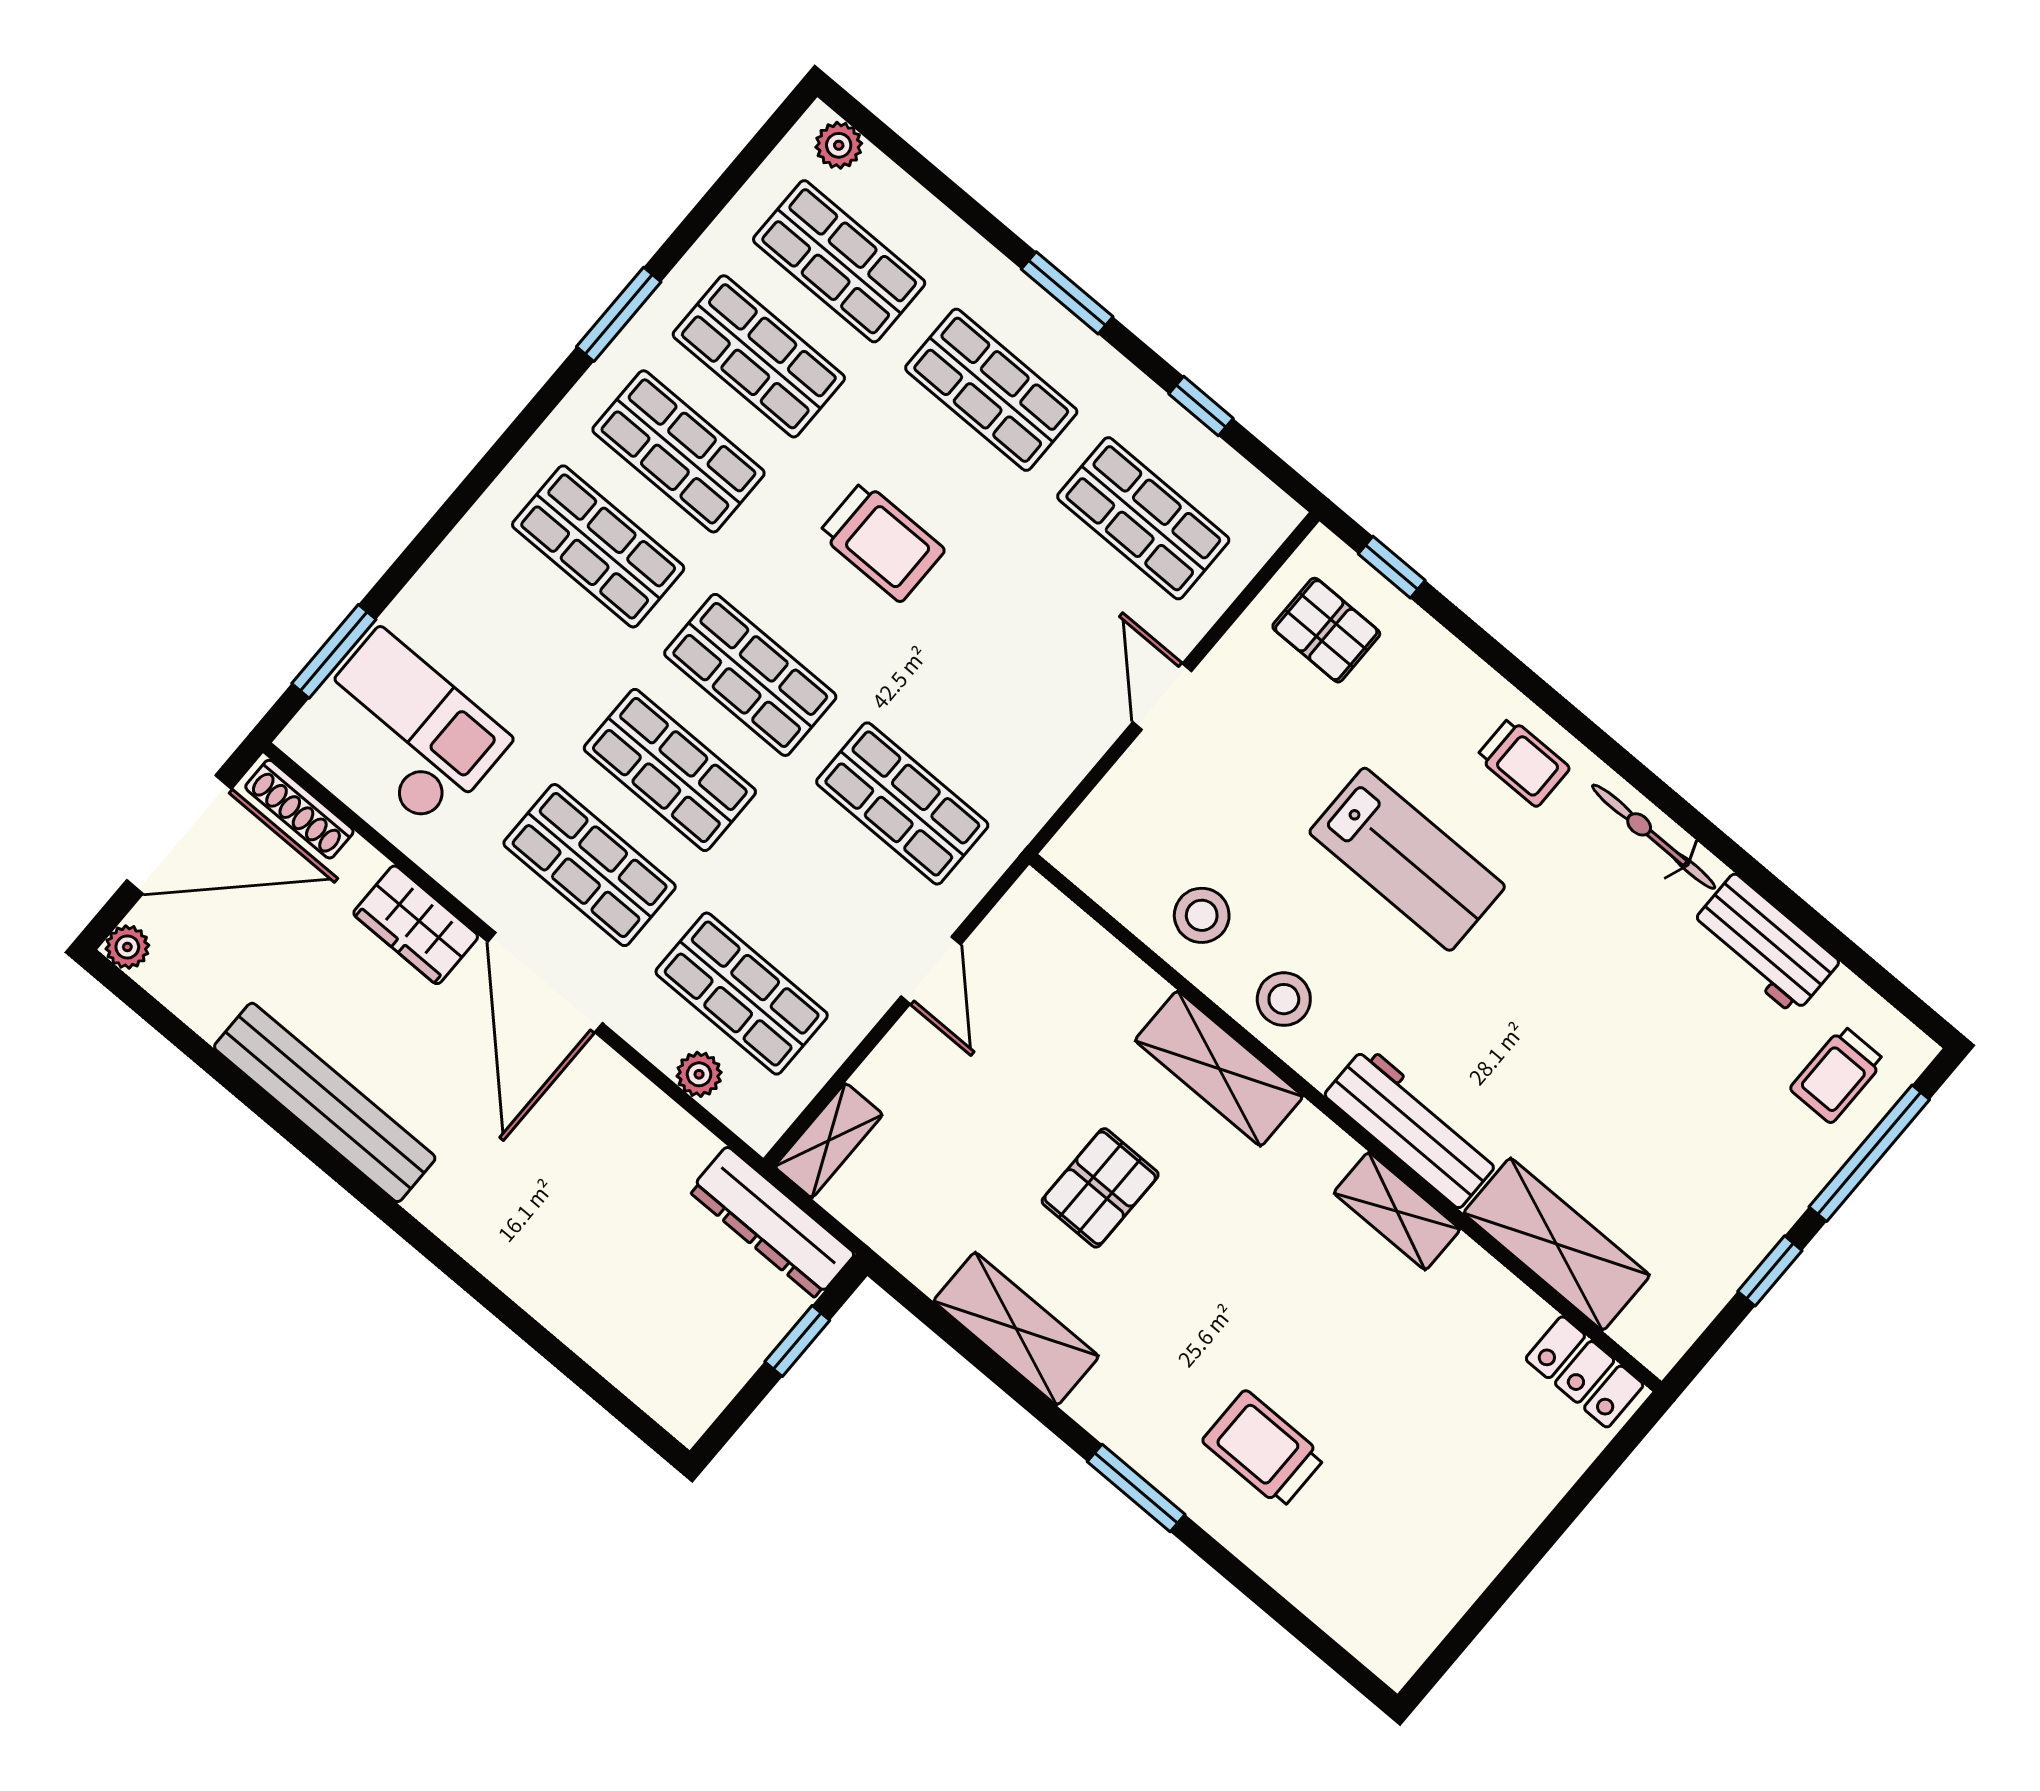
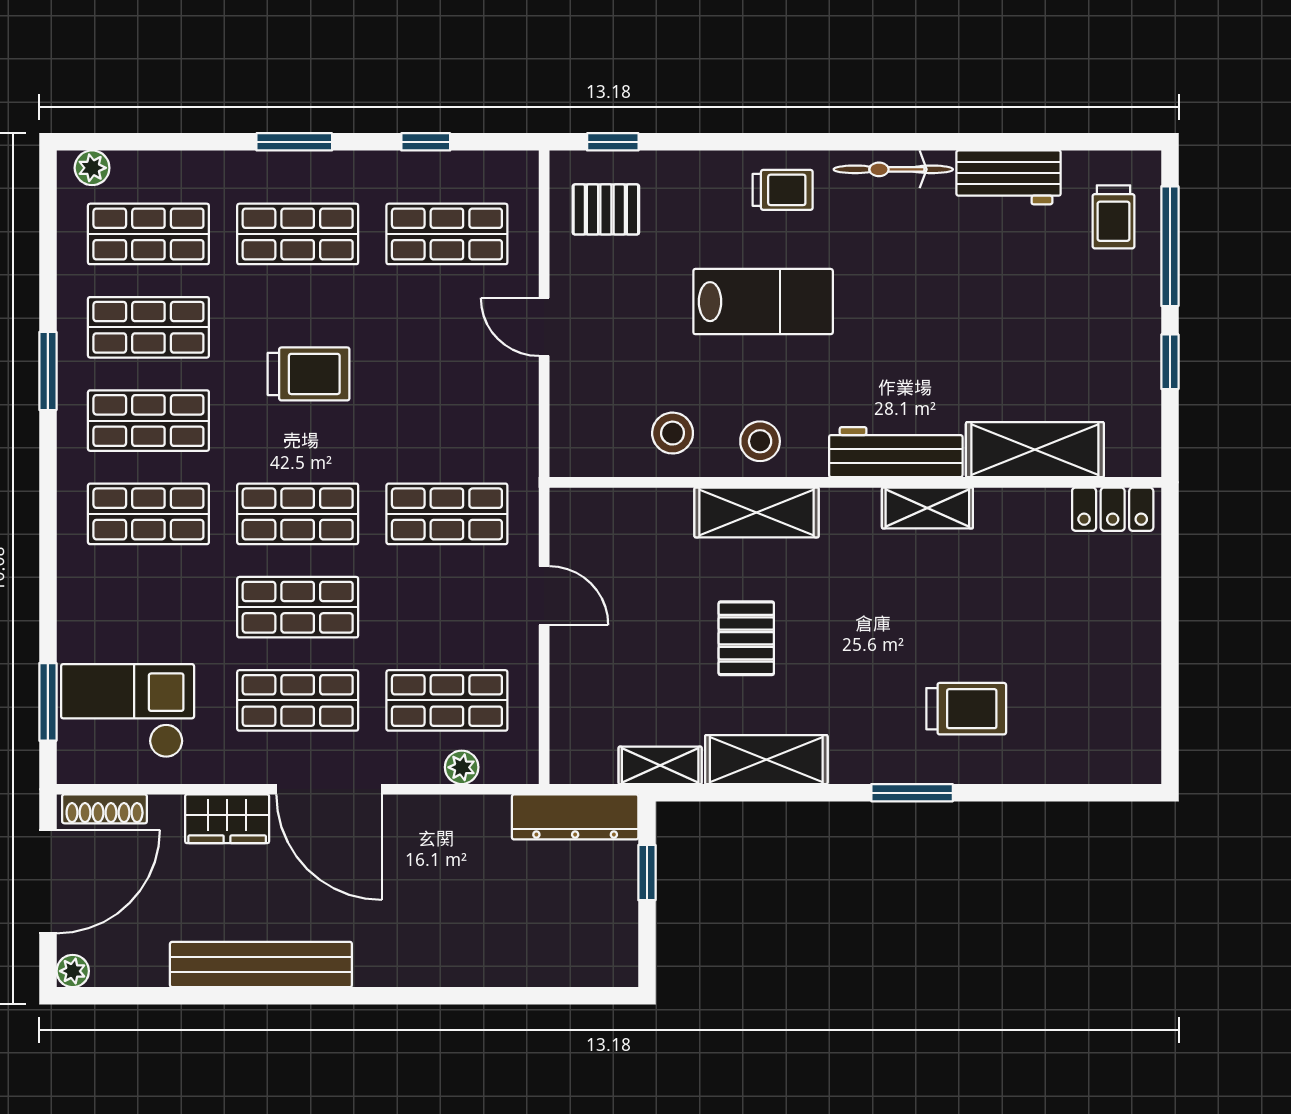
shelving: (829, 1141) -> (660, 765), moved, turned 90
trolley: (1264, 1449) -> (966, 709), turned 180

